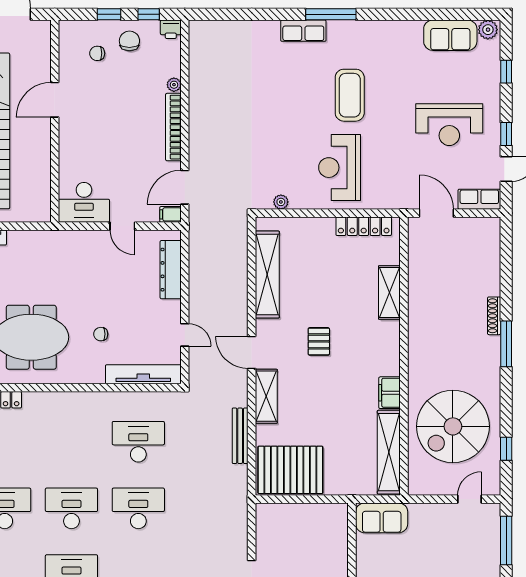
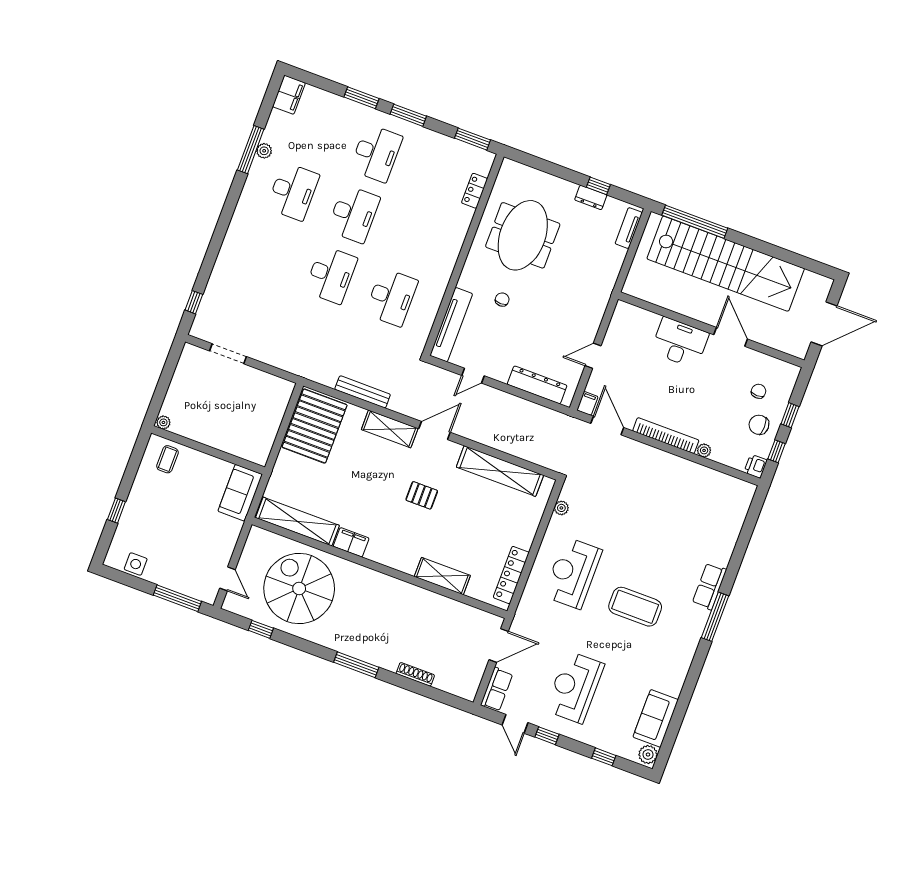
chair: (129, 41) -> (759, 425), turned 180
reception desk: (340, 168) -> (573, 573), turned -90
desk: (84, 202) -> (680, 343), moved, turned 90
shoe rack: (494, 316) -> (415, 674), moved

